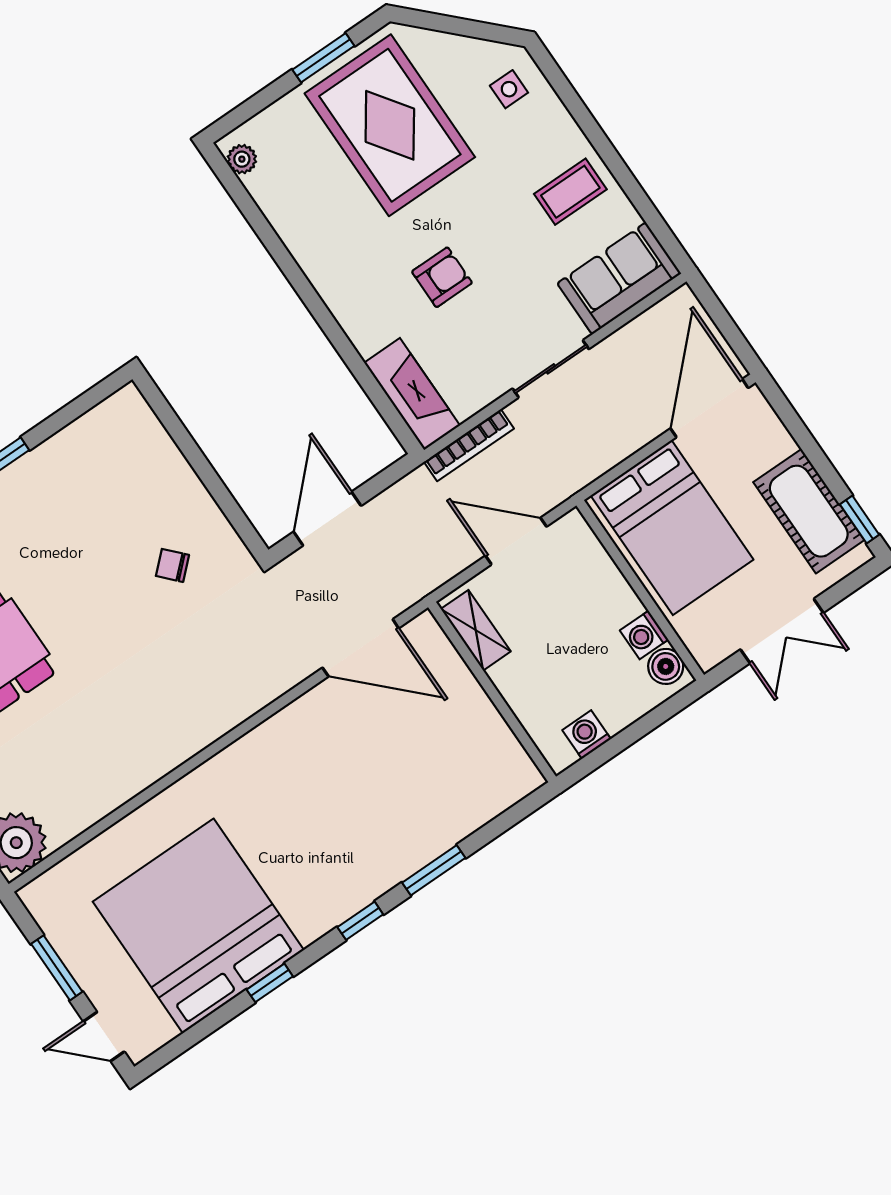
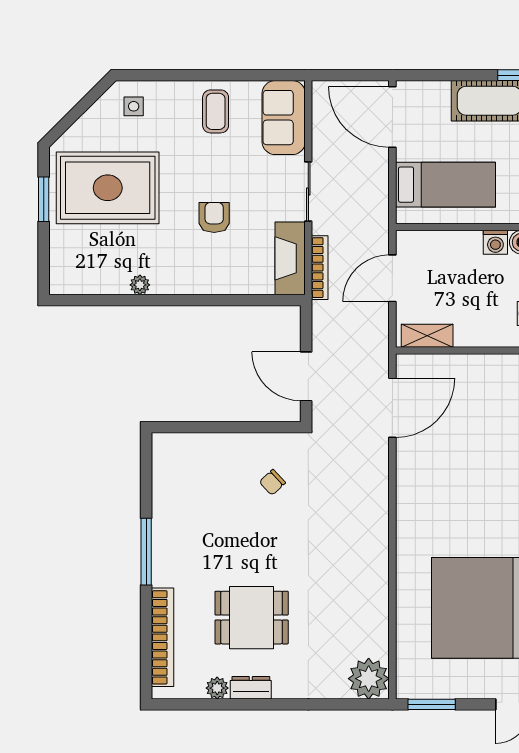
plant: (242, 159) -> (140, 285), moved
fireplace: (412, 394) -> (290, 258), moved, turned -90
bed: (672, 528) -> (445, 185), width x0.67
window: (57, 968) -> (432, 704), moved

